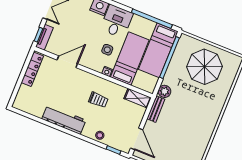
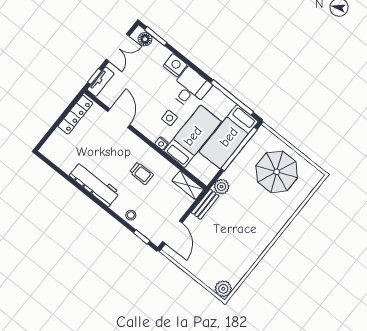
door: (67, 62) -> (119, 118), hinge flipped

